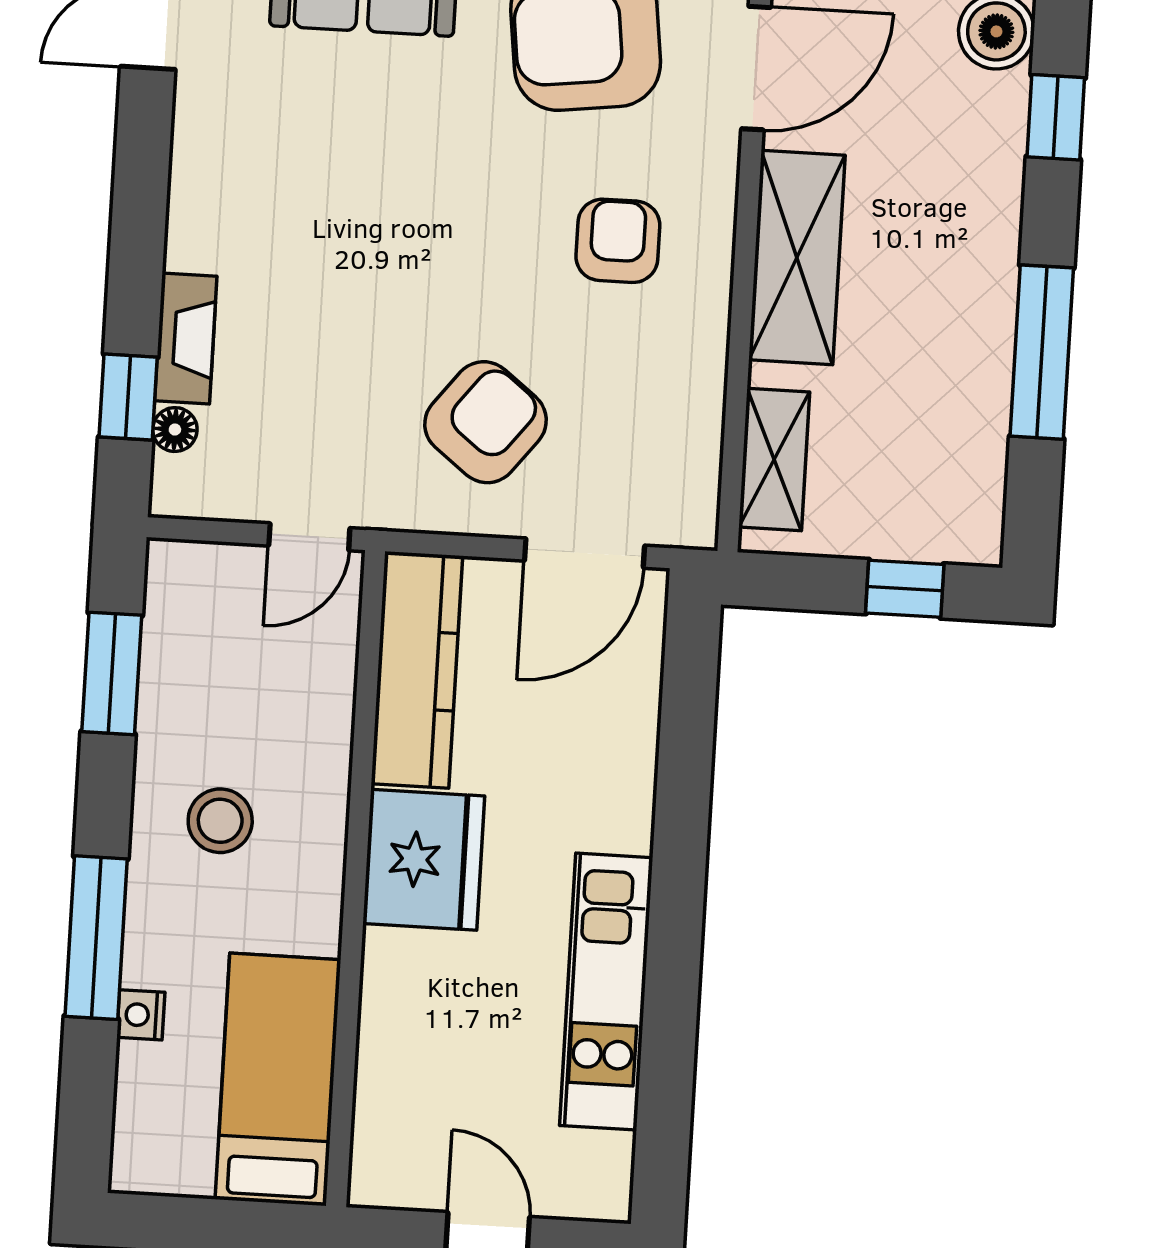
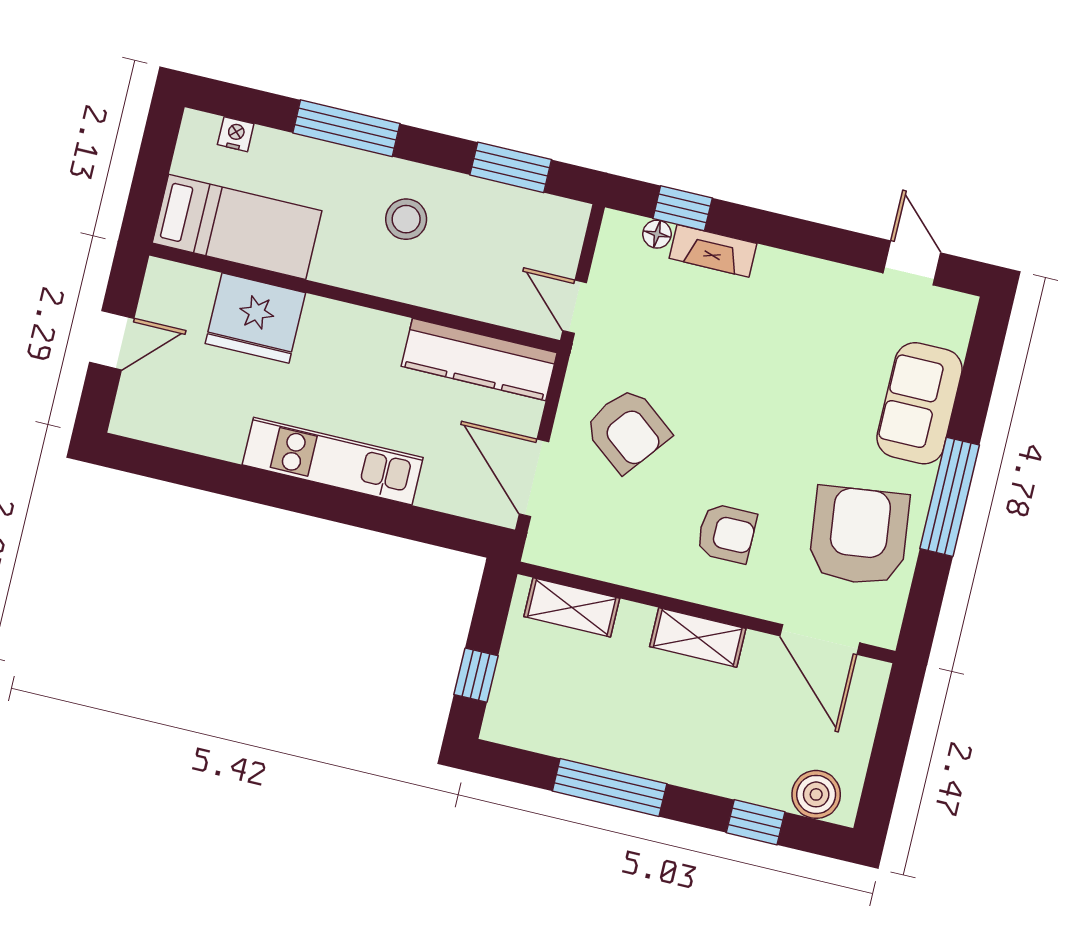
shelving: (797, 257) -> (698, 638), width x0.67, depth x0.75
fridge: (424, 860) -> (255, 318), moved
kitchen unit: (606, 992) -> (333, 461), moved
nightstand: (141, 1015) -> (236, 134), moved

